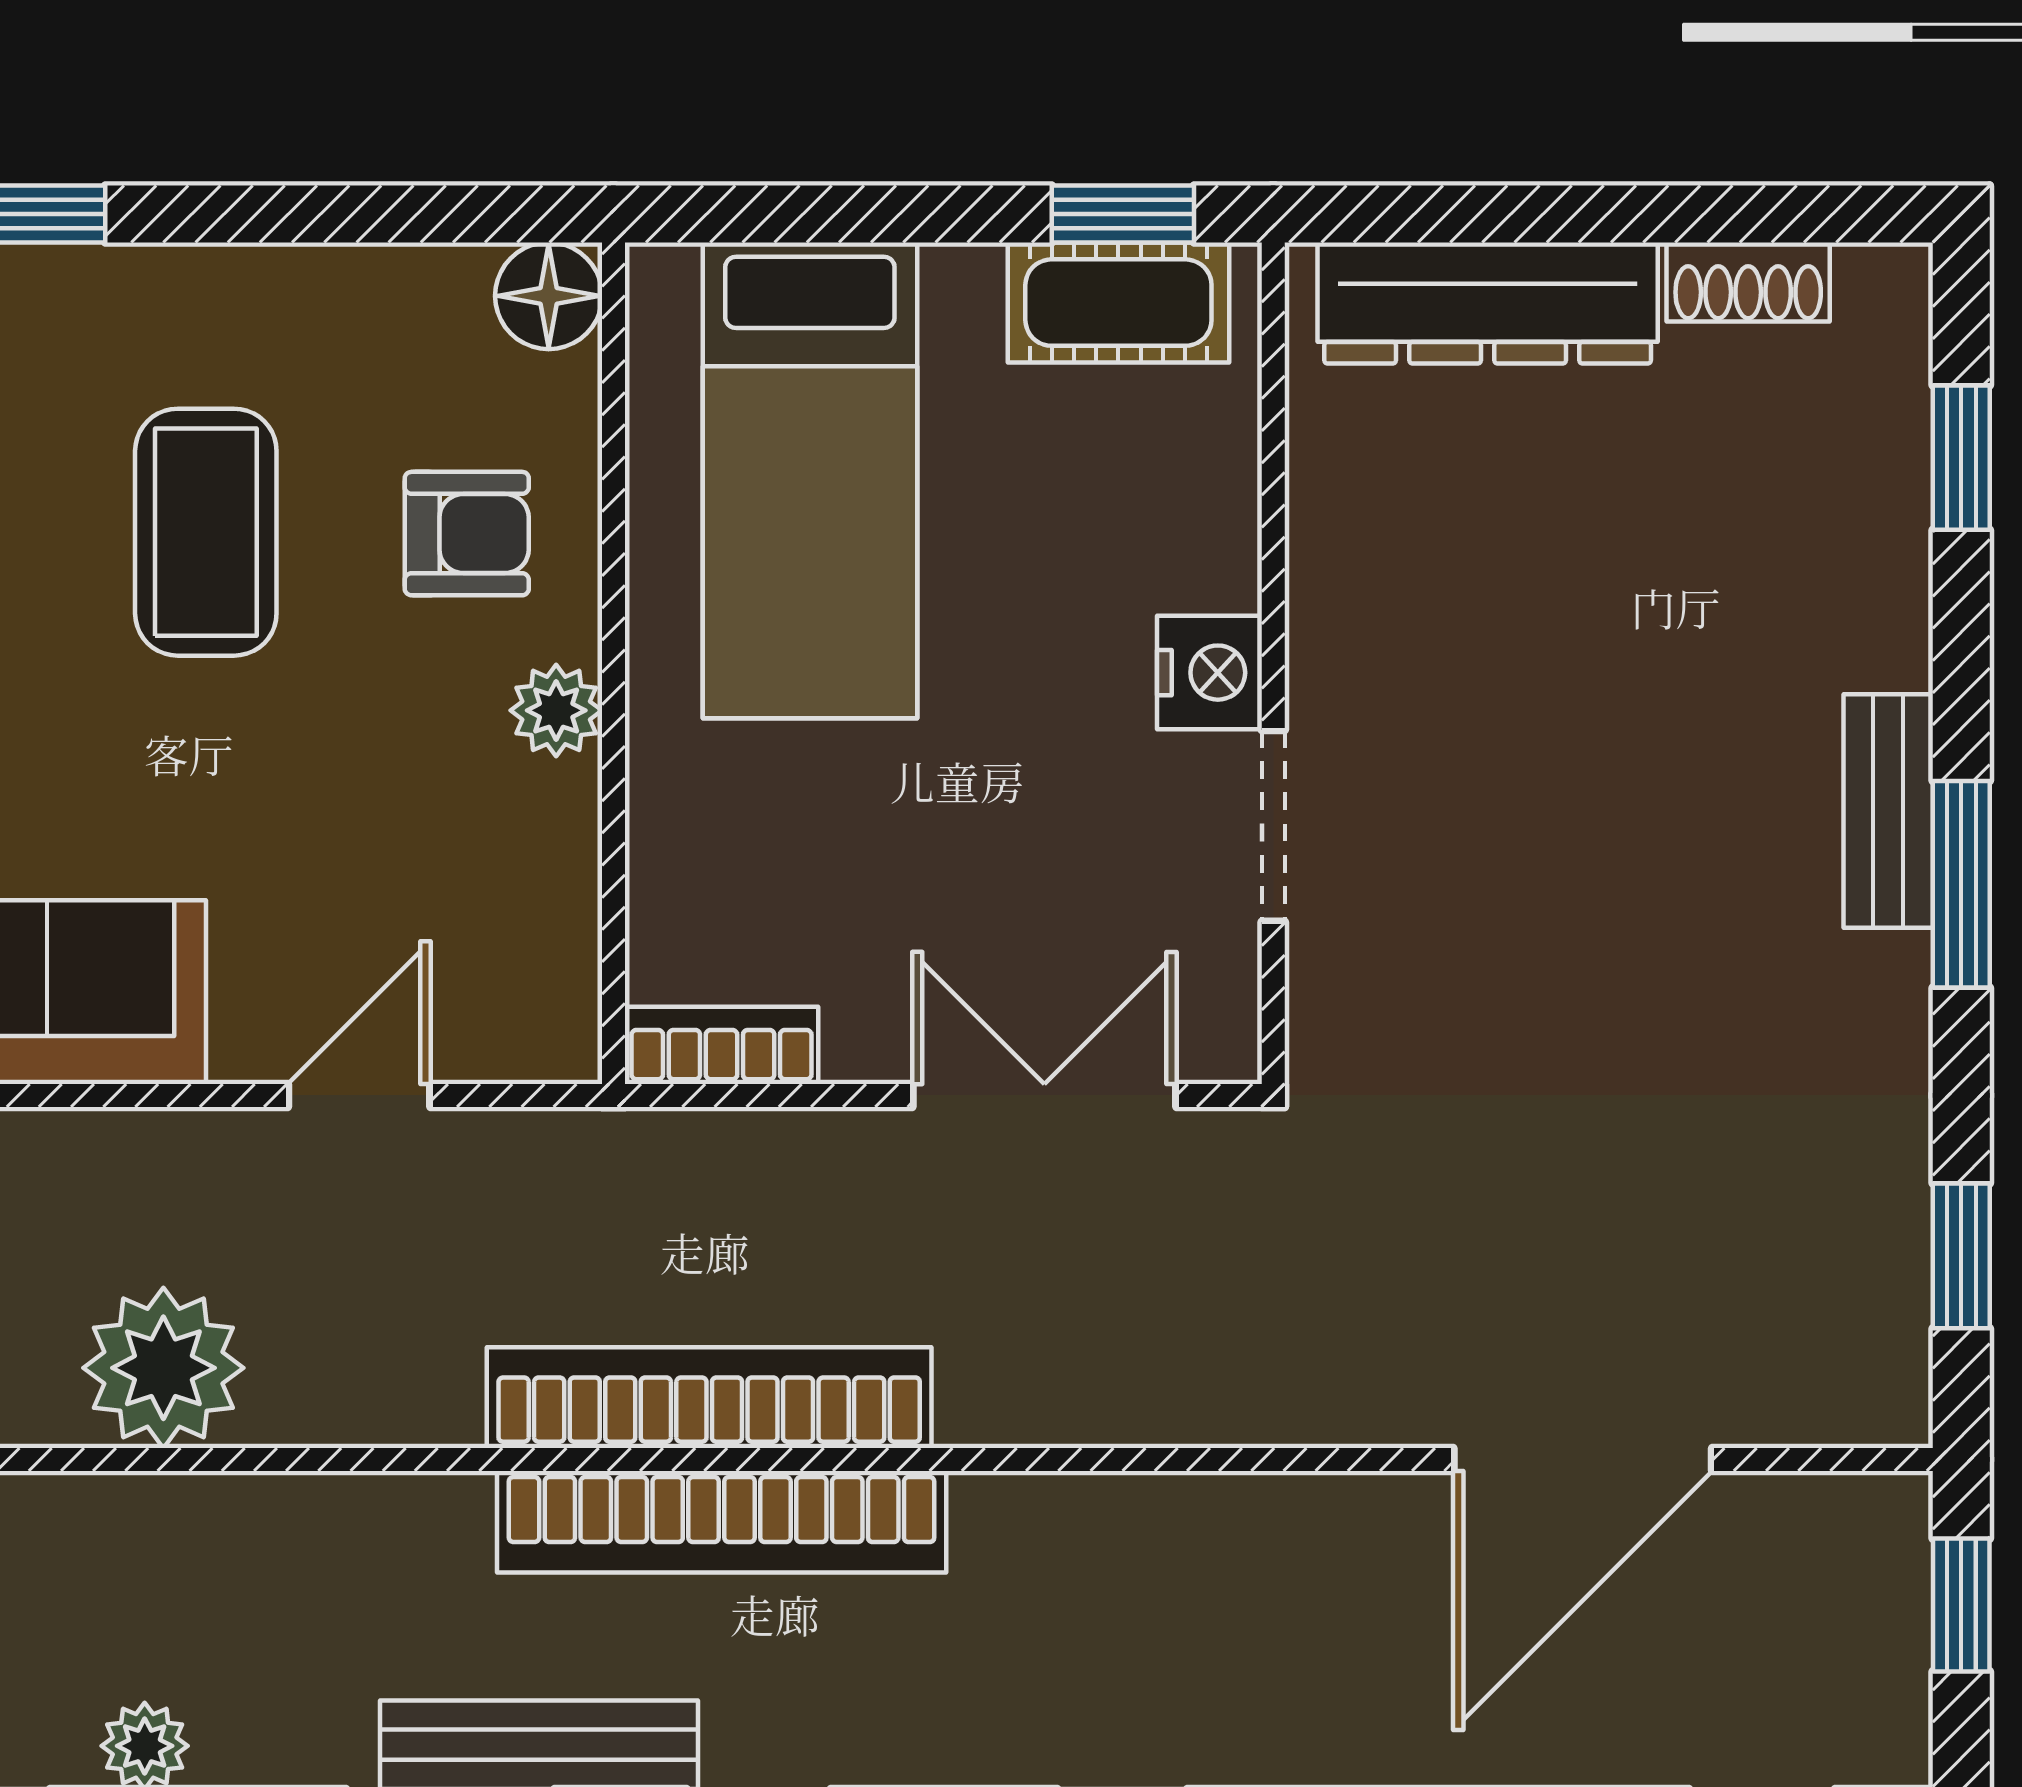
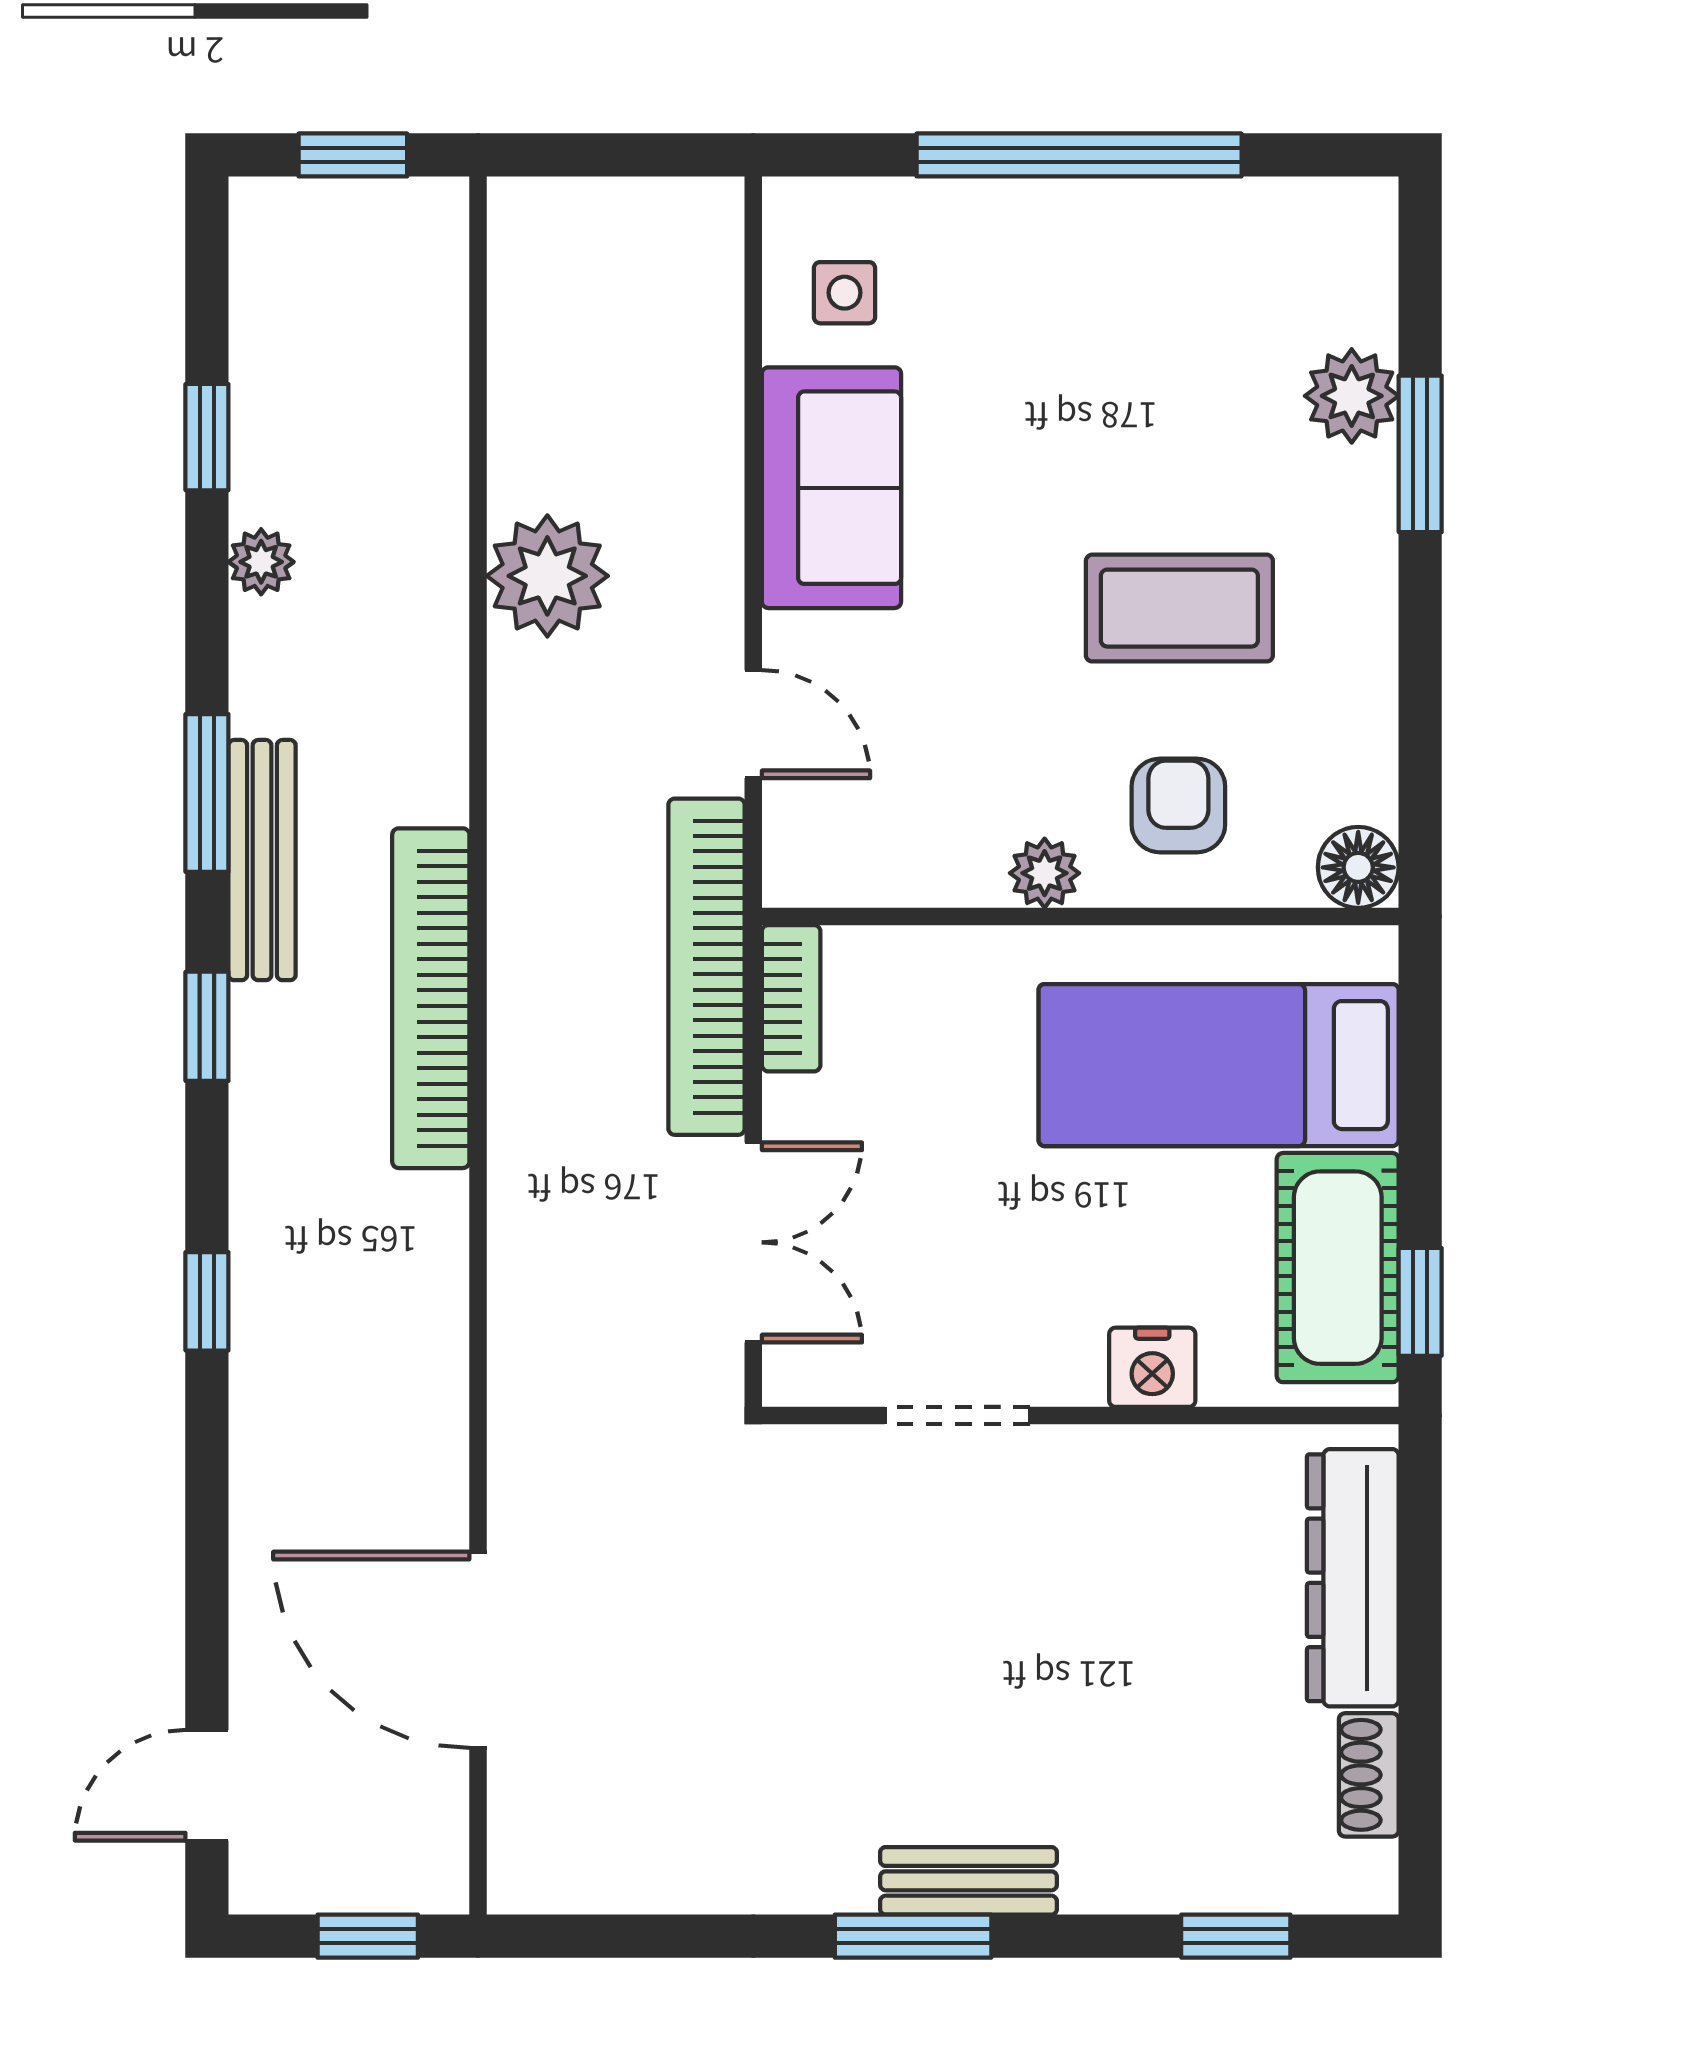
cot: (1118, 303) -> (1338, 1268), width x1.37, depth x1.34
armchair: (467, 534) -> (1178, 805), turned 180
nightstand: (1209, 673) -> (1152, 1367), moved
window: (1961, 1256) -> (632, 1936), removed
bookcase: (709, 1398) -> (707, 967), moved, turned 180

